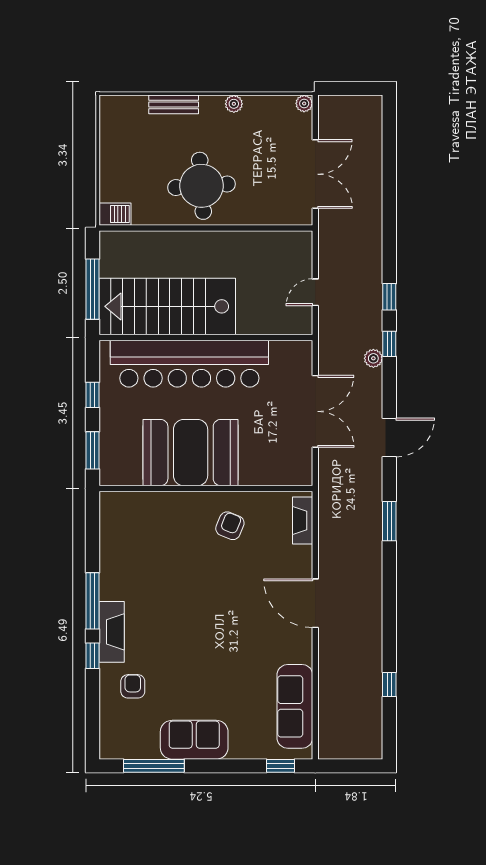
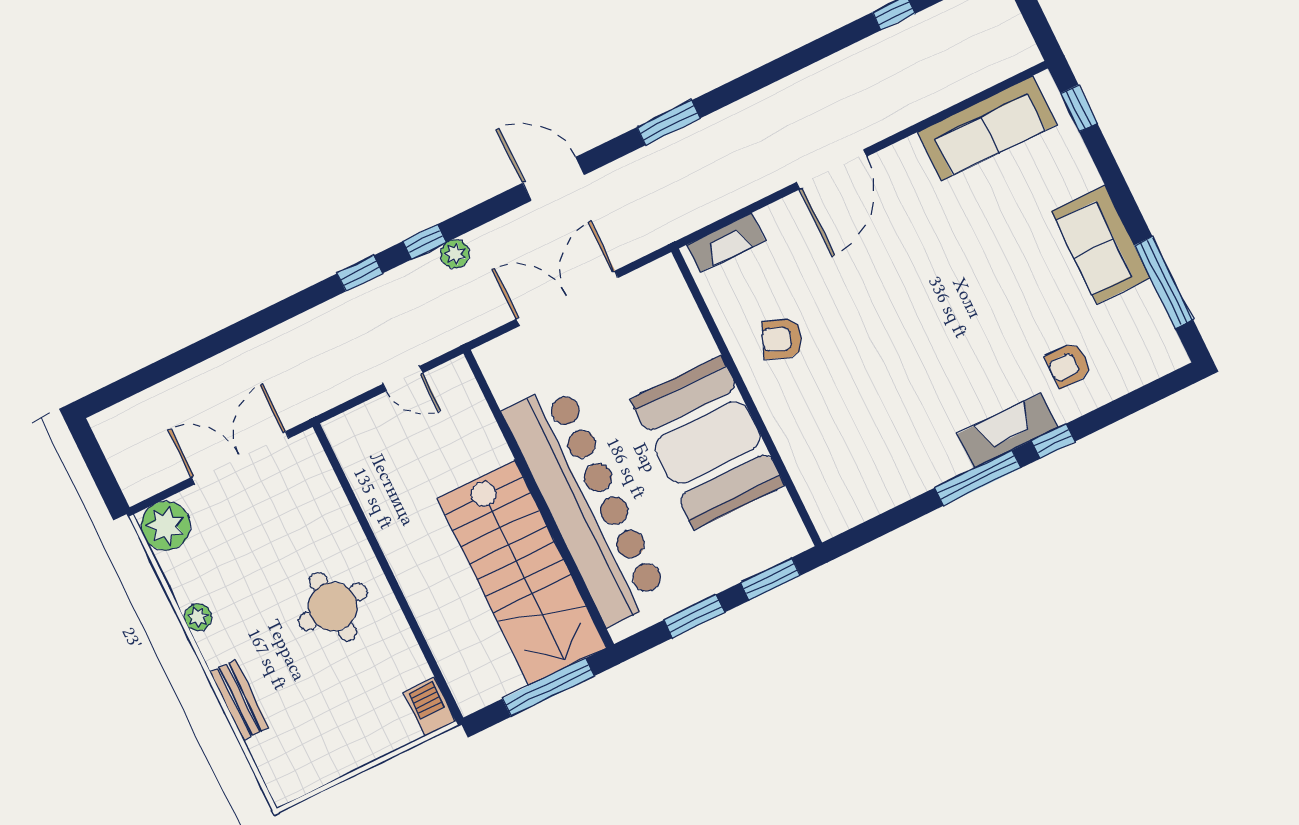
plant: (304, 103) -> (166, 526), width x1.88, depth x1.88
round table: (201, 186) -> (333, 607), width x0.73, depth x0.73
window: (93, 395) -> (694, 616), width x1.50

